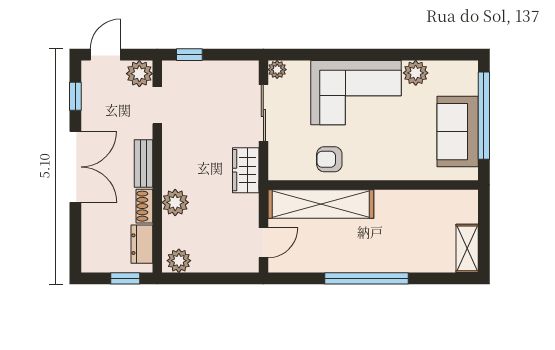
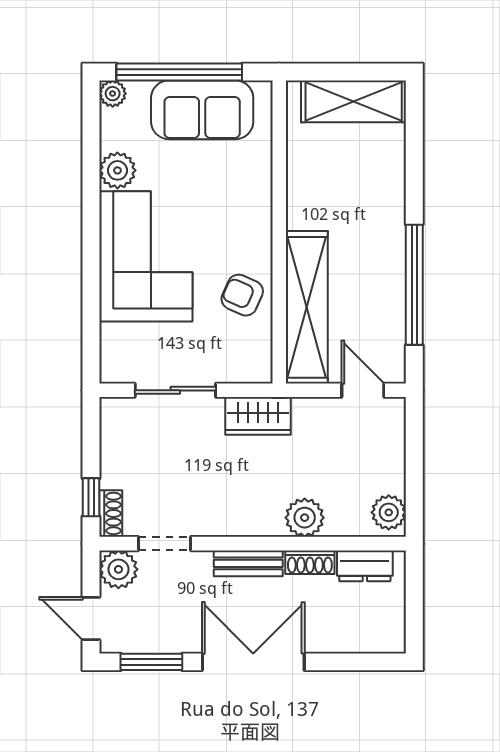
shoe rack: (178, 68) -> (111, 513), added
plant: (277, 70) -> (113, 94), moved
window: (75, 96) -> (151, 662), width x1.50
armchair: (329, 159) -> (242, 295), turned 114
shelving: (467, 248) -> (354, 101), width x1.50, depth x1.33
window: (125, 278) -> (414, 590), removed
window: (366, 278) -> (414, 285), moved

